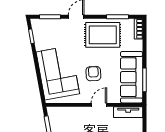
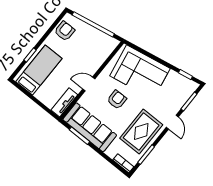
armchair: (93, 74) -> (117, 100), turned -87
door: (99, 105) -> (89, 84), swing flipped

